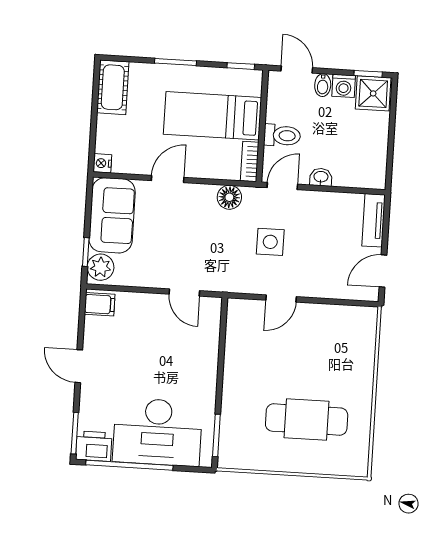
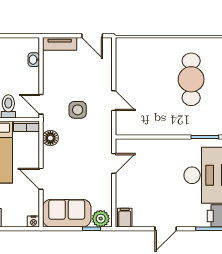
washbasin: (321, 177) -> (34, 60), moved

